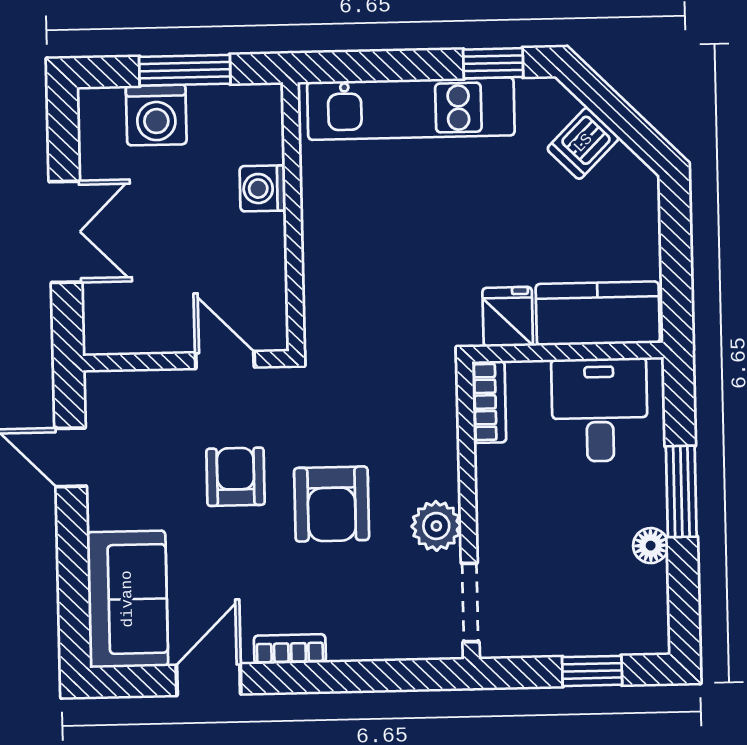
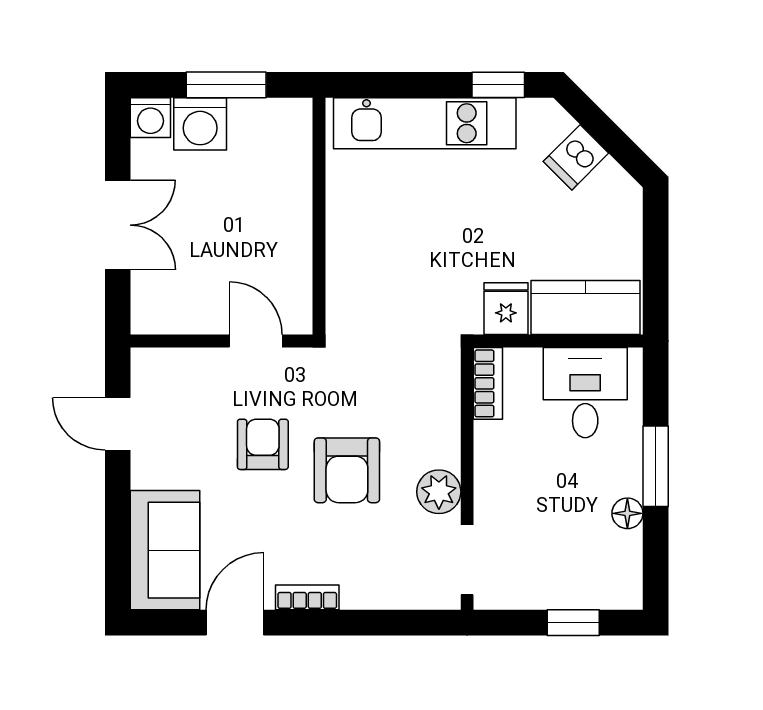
washing machine: (263, 188) -> (150, 118), moved, turned -90

